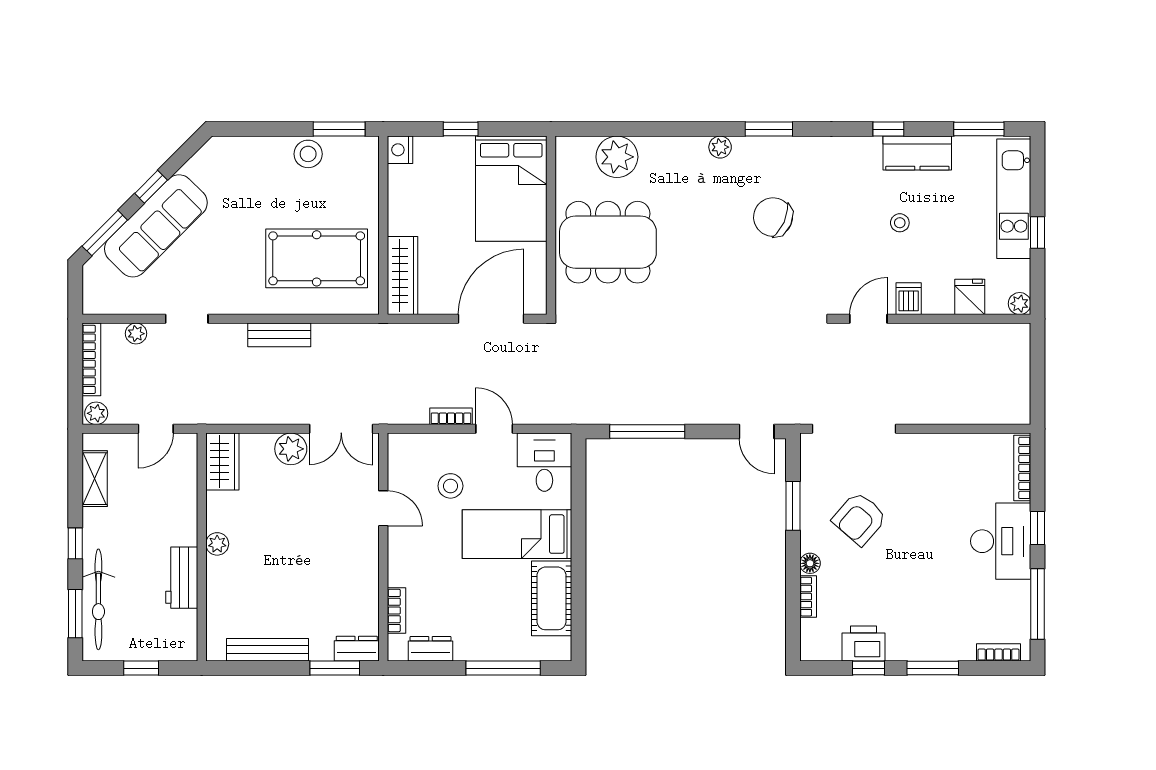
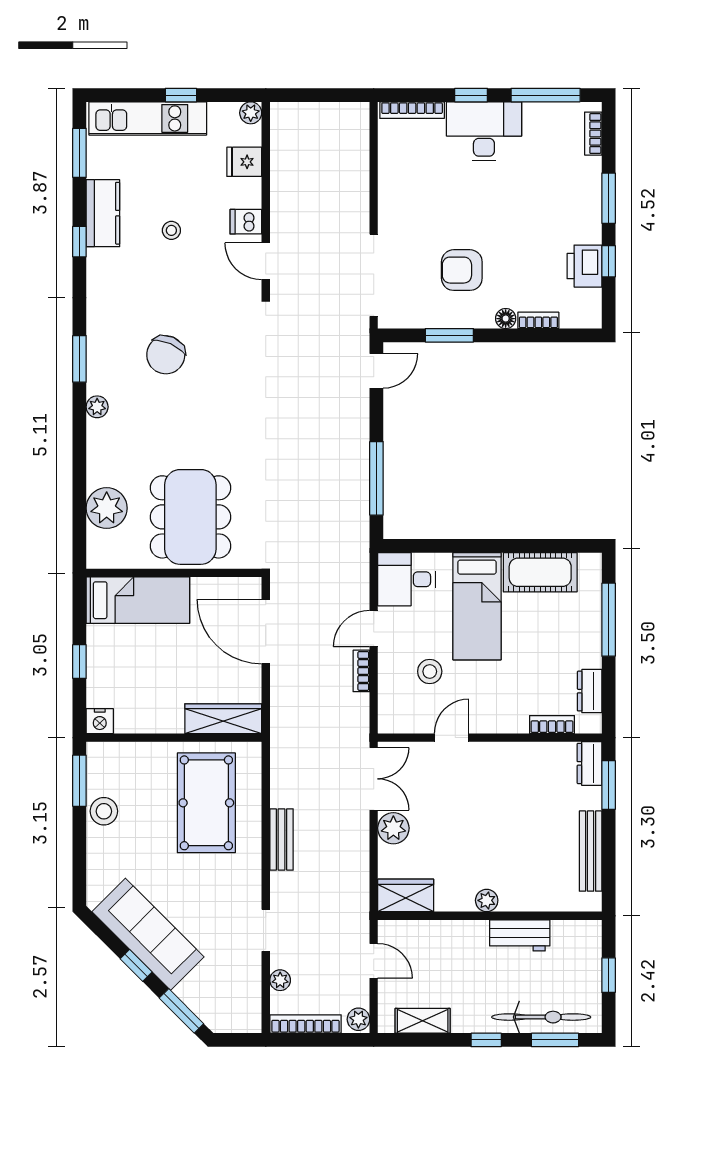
bed: (511, 189) -> (138, 600), width x0.67
sofa: (156, 226) -> (148, 934), moved
armchair: (859, 519) -> (462, 270), turned 139

